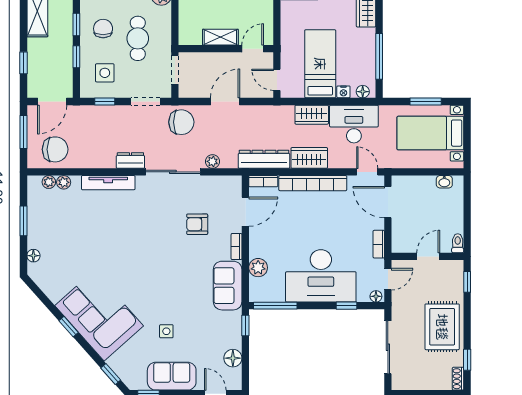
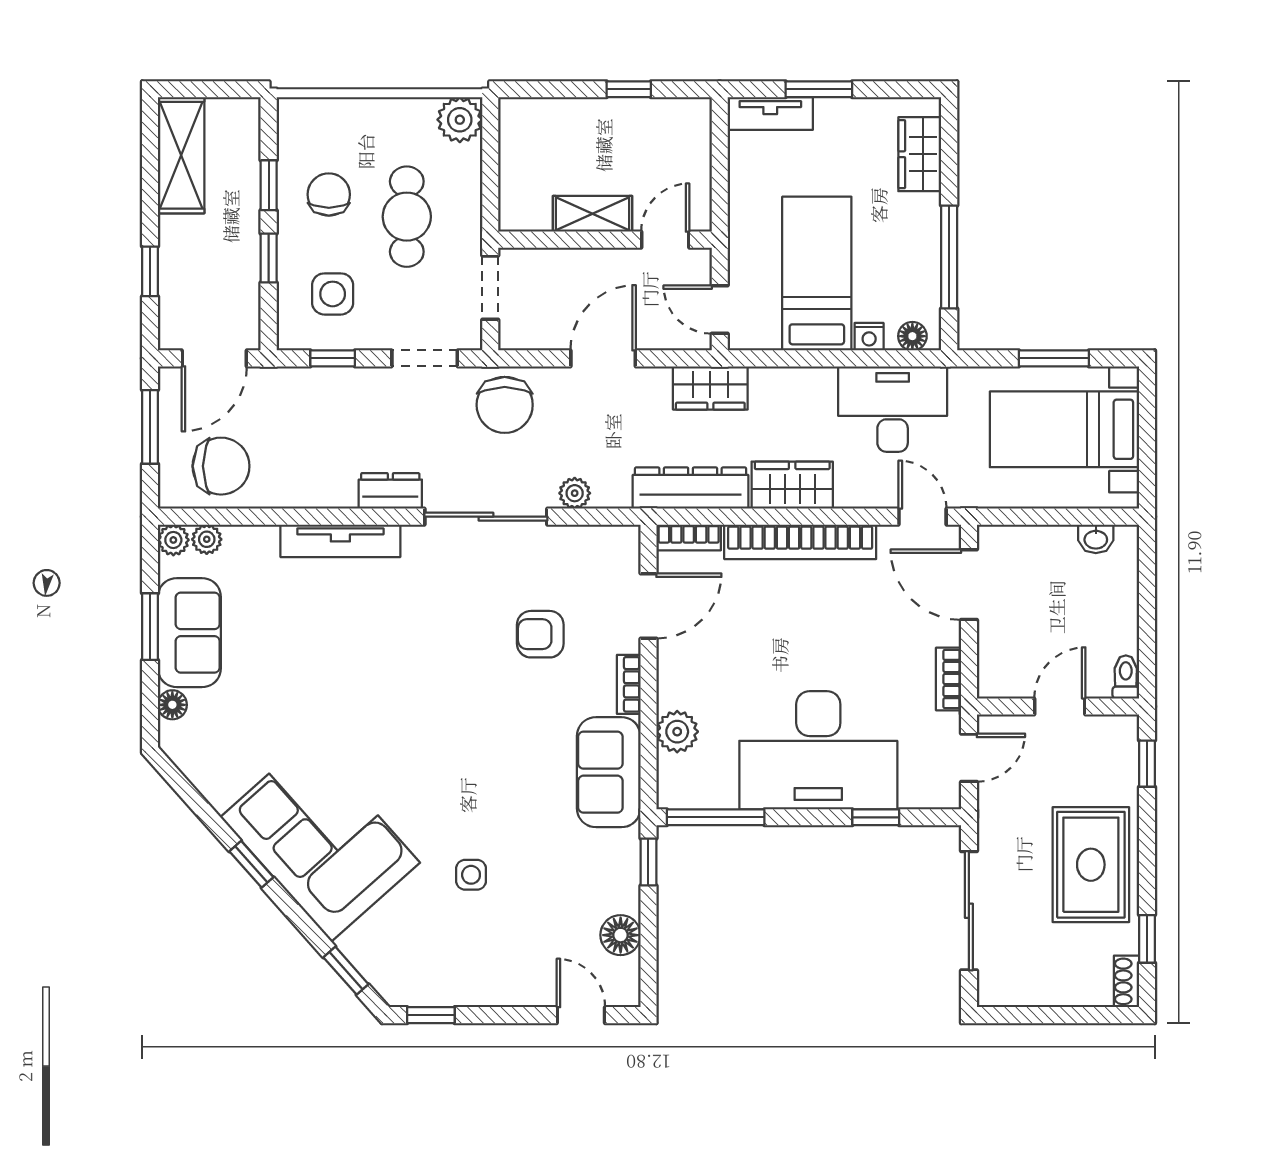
wardrobe: (312, 115) -> (710, 388), moved
chair: (181, 122) -> (505, 405), turned 90
plant: (64, 182) -> (173, 540), moved
floor lamp: (376, 296) -> (942, 796), removed
sofa: (172, 376) -> (189, 633), moved, turned 90

